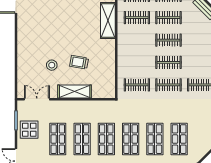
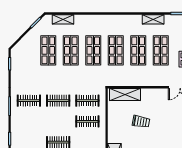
clothes rail: (168, 62) -> (87, 121), moved
stool: (52, 65) -> (166, 119), removed
shelving: (75, 91) -> (125, 94), moved

